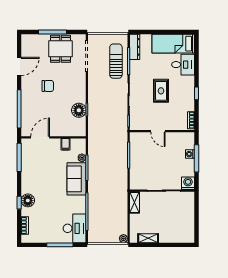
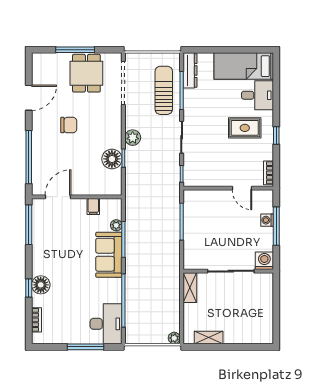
rug: (161, 91) -> (245, 128), moved, turned 90
plant: (94, 95) -> (133, 138), added
door: (158, 131) -> (242, 188), moved

